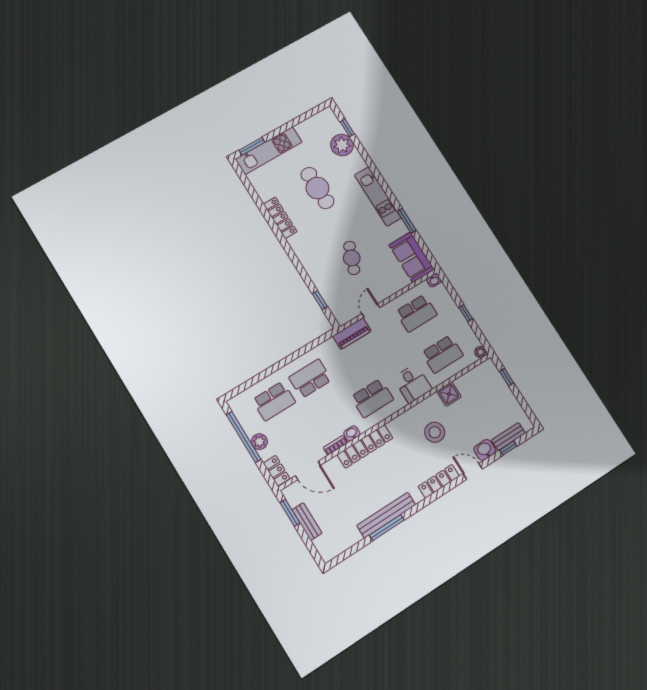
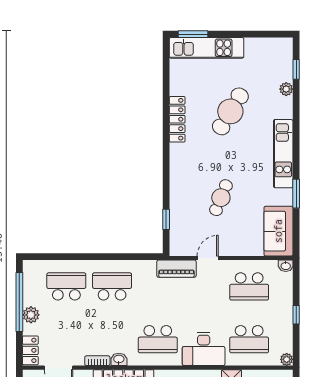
plant: (342, 145) -> (286, 89), width x0.53, depth x0.53
cafe table: (317, 188) -> (230, 111), turned 31
desk: (413, 384) -> (204, 349), width x1.37
school desk: (274, 401) -> (66, 286), turned 180

